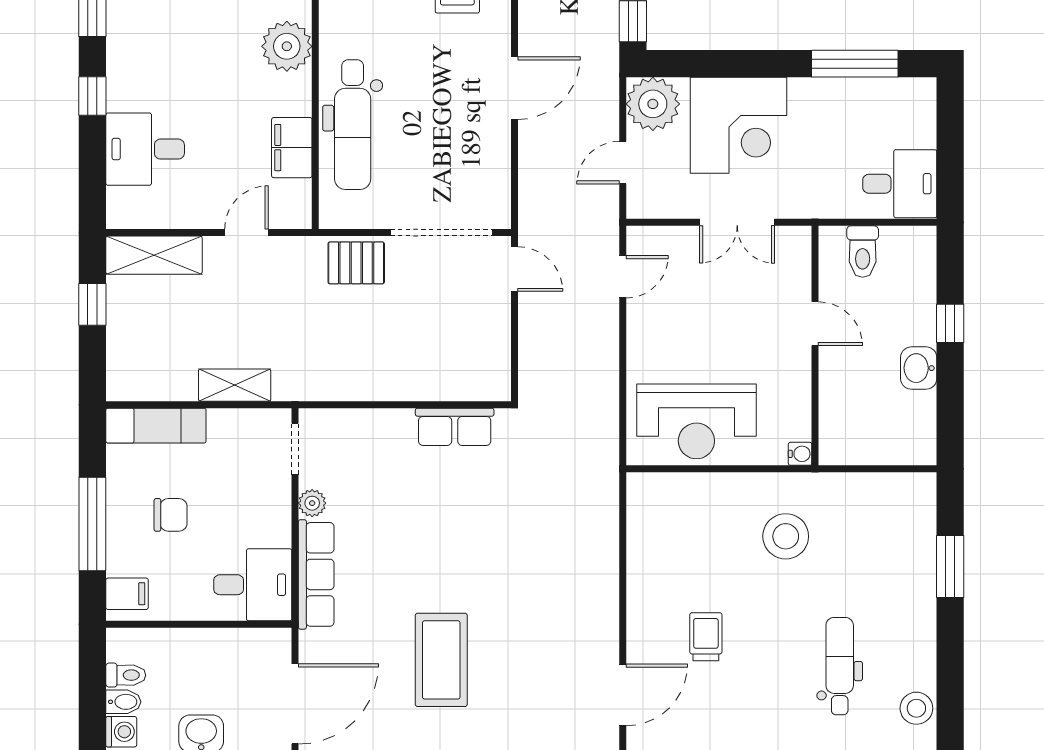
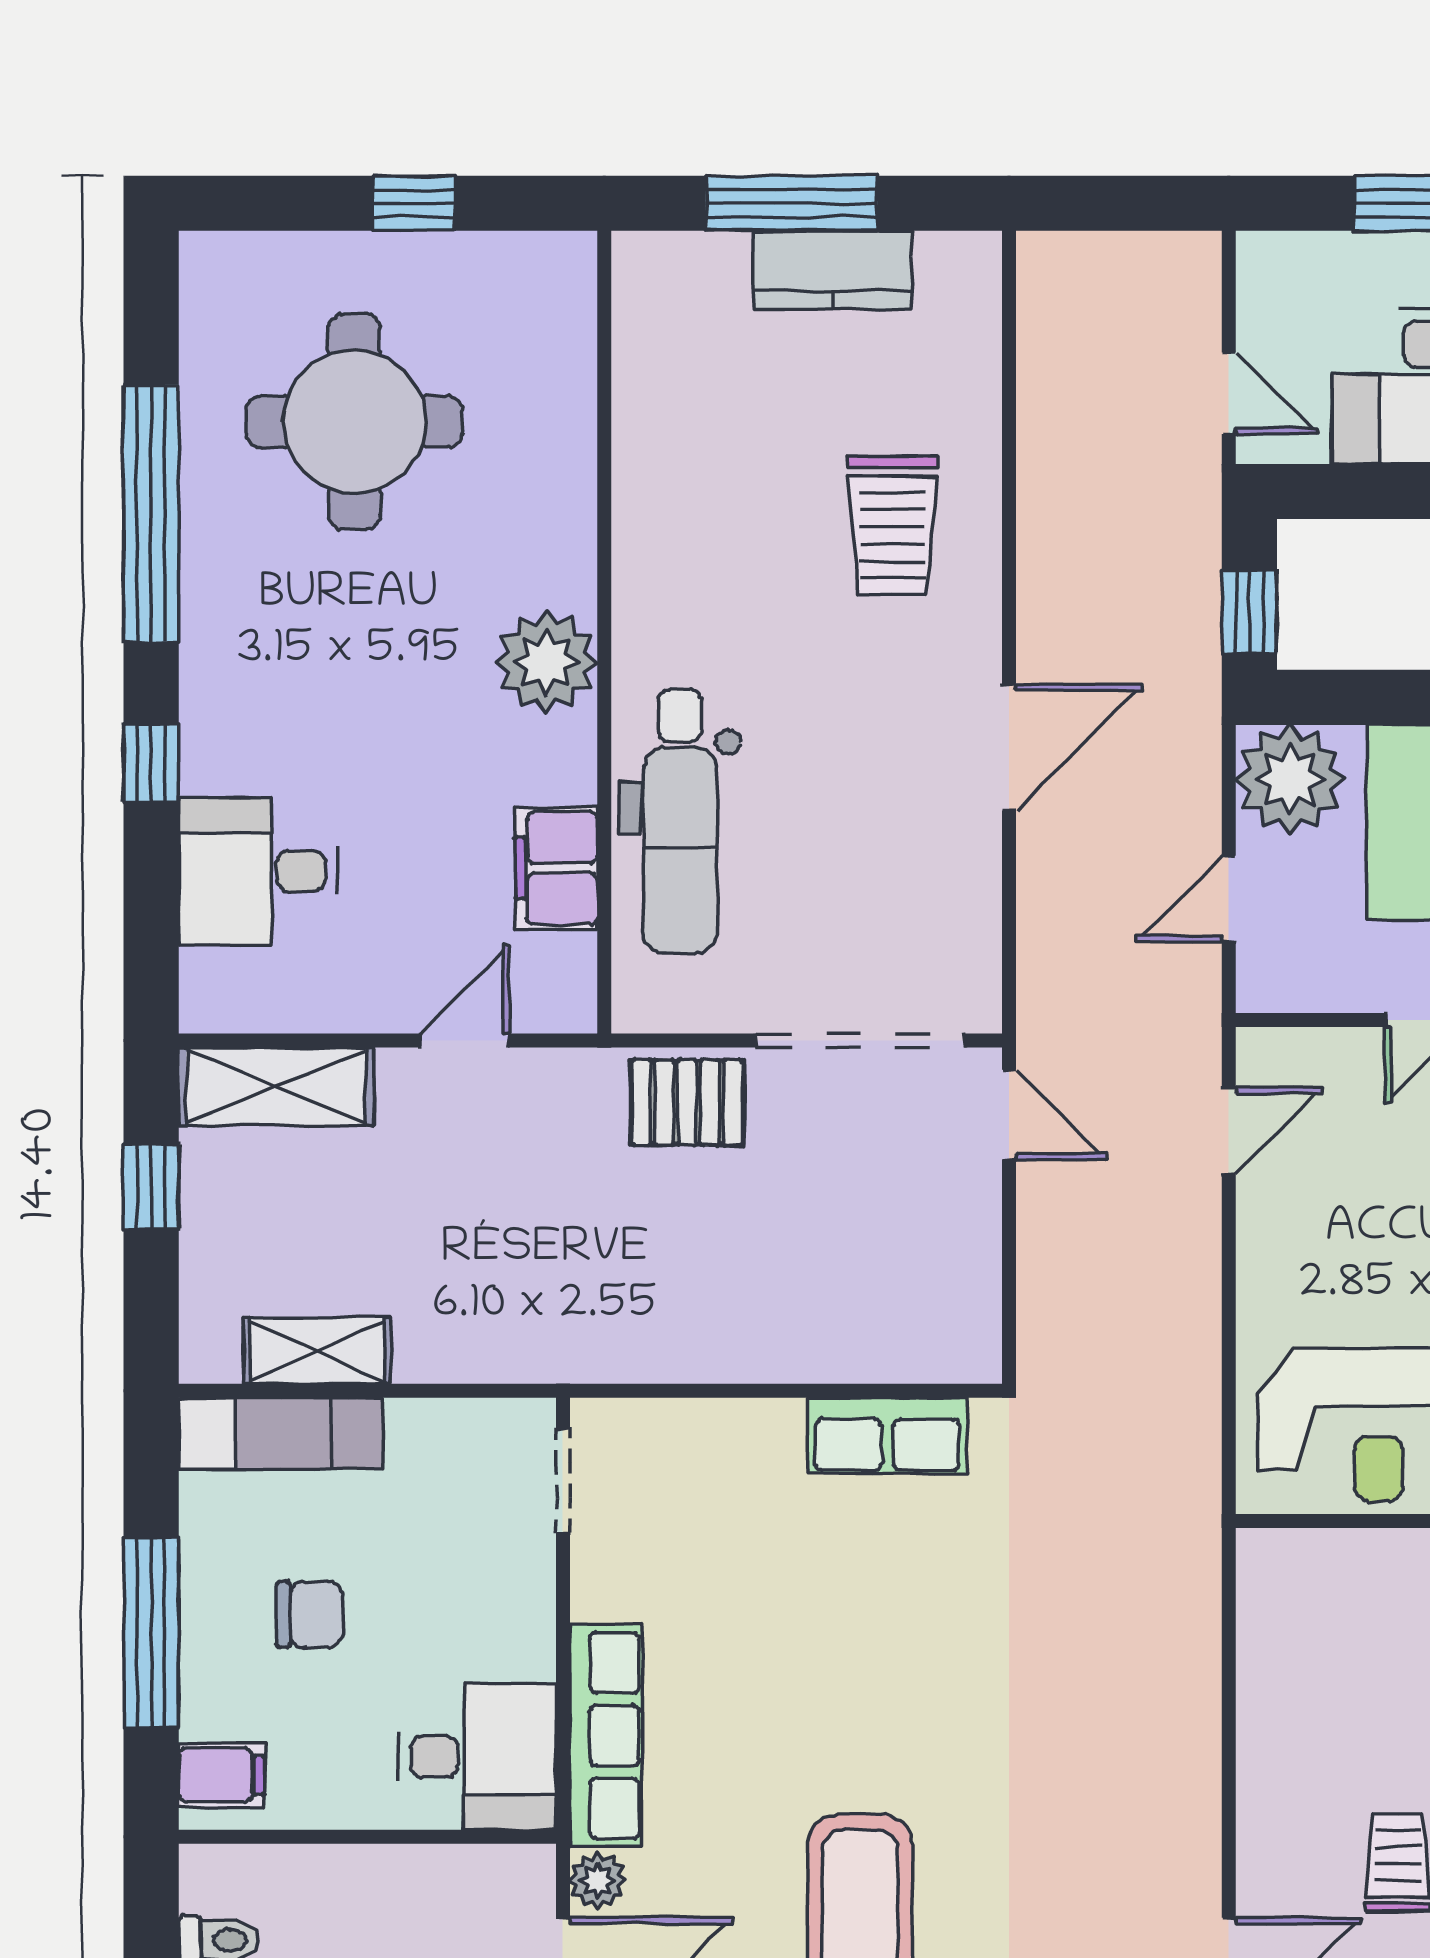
shelving: (235, 385) -> (317, 1351), moved
plant: (312, 503) -> (598, 1880), moved

